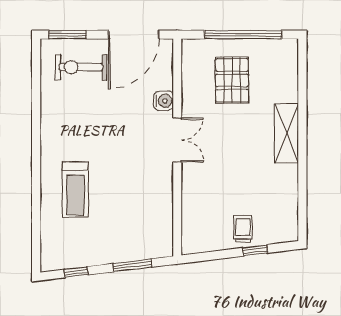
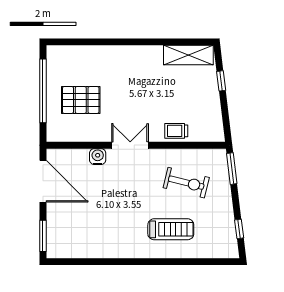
exercise bike: (81, 67) -> (186, 183), moved, turned -76
shelving: (286, 133) -> (188, 55), moved
trolley: (243, 229) -> (176, 131), moved
window: (132, 265) -> (232, 169), moved

